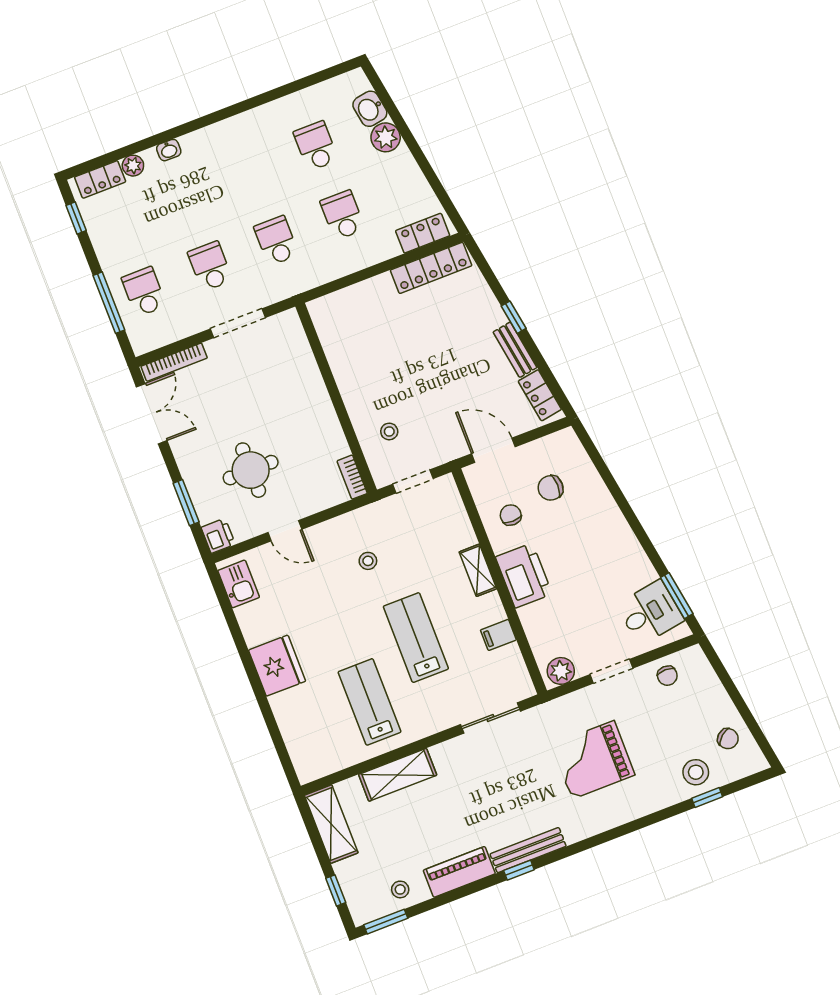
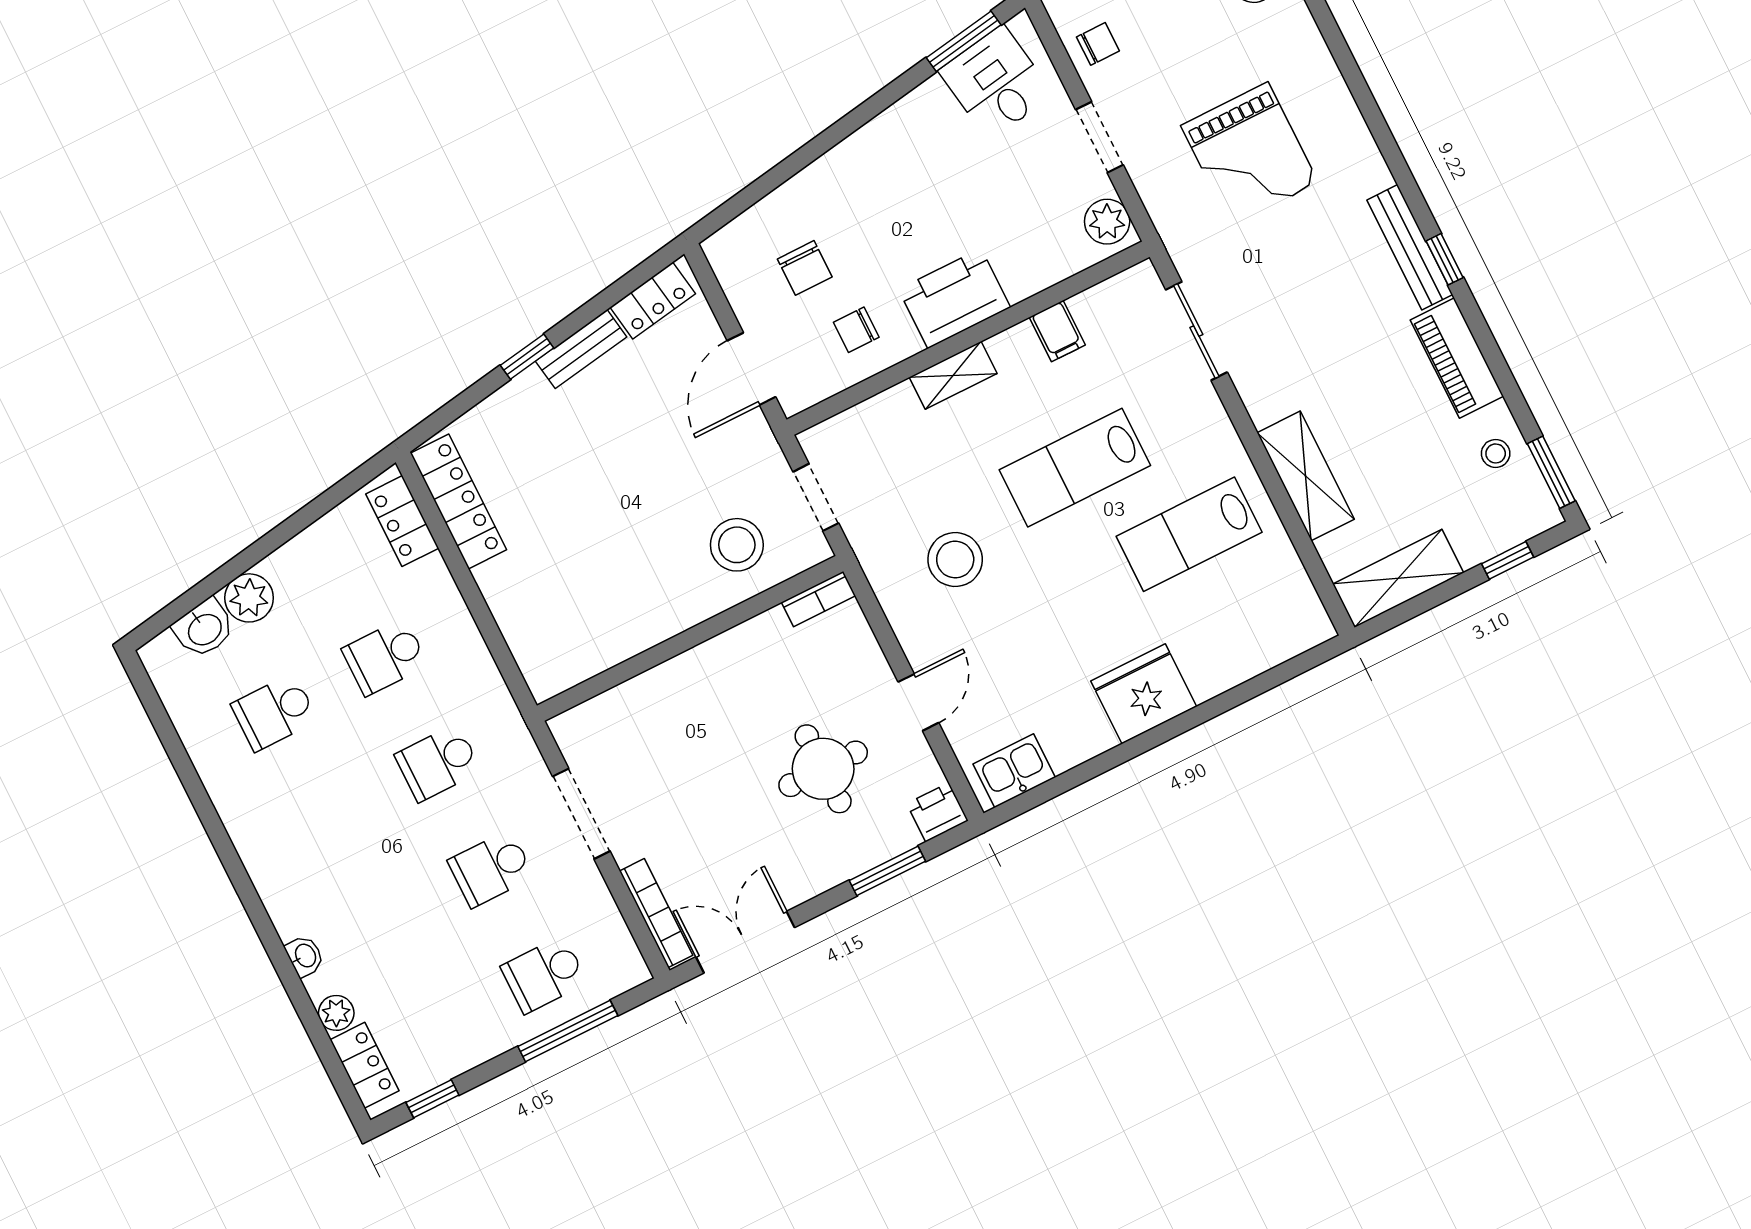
stool: (389, 431) -> (737, 545), width x1.89, depth x1.89
stool: (368, 561) -> (955, 560), width x1.89, depth x1.89

